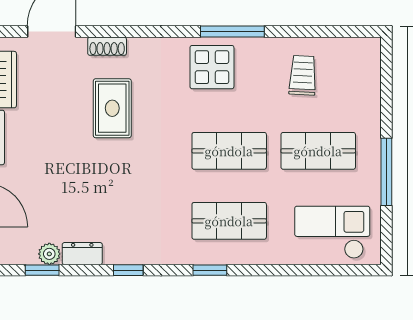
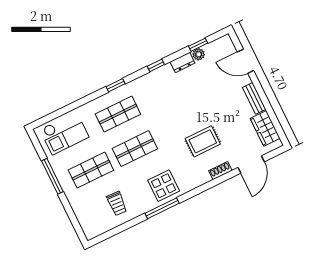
rug: (112, 108) -> (203, 141), turned 90

